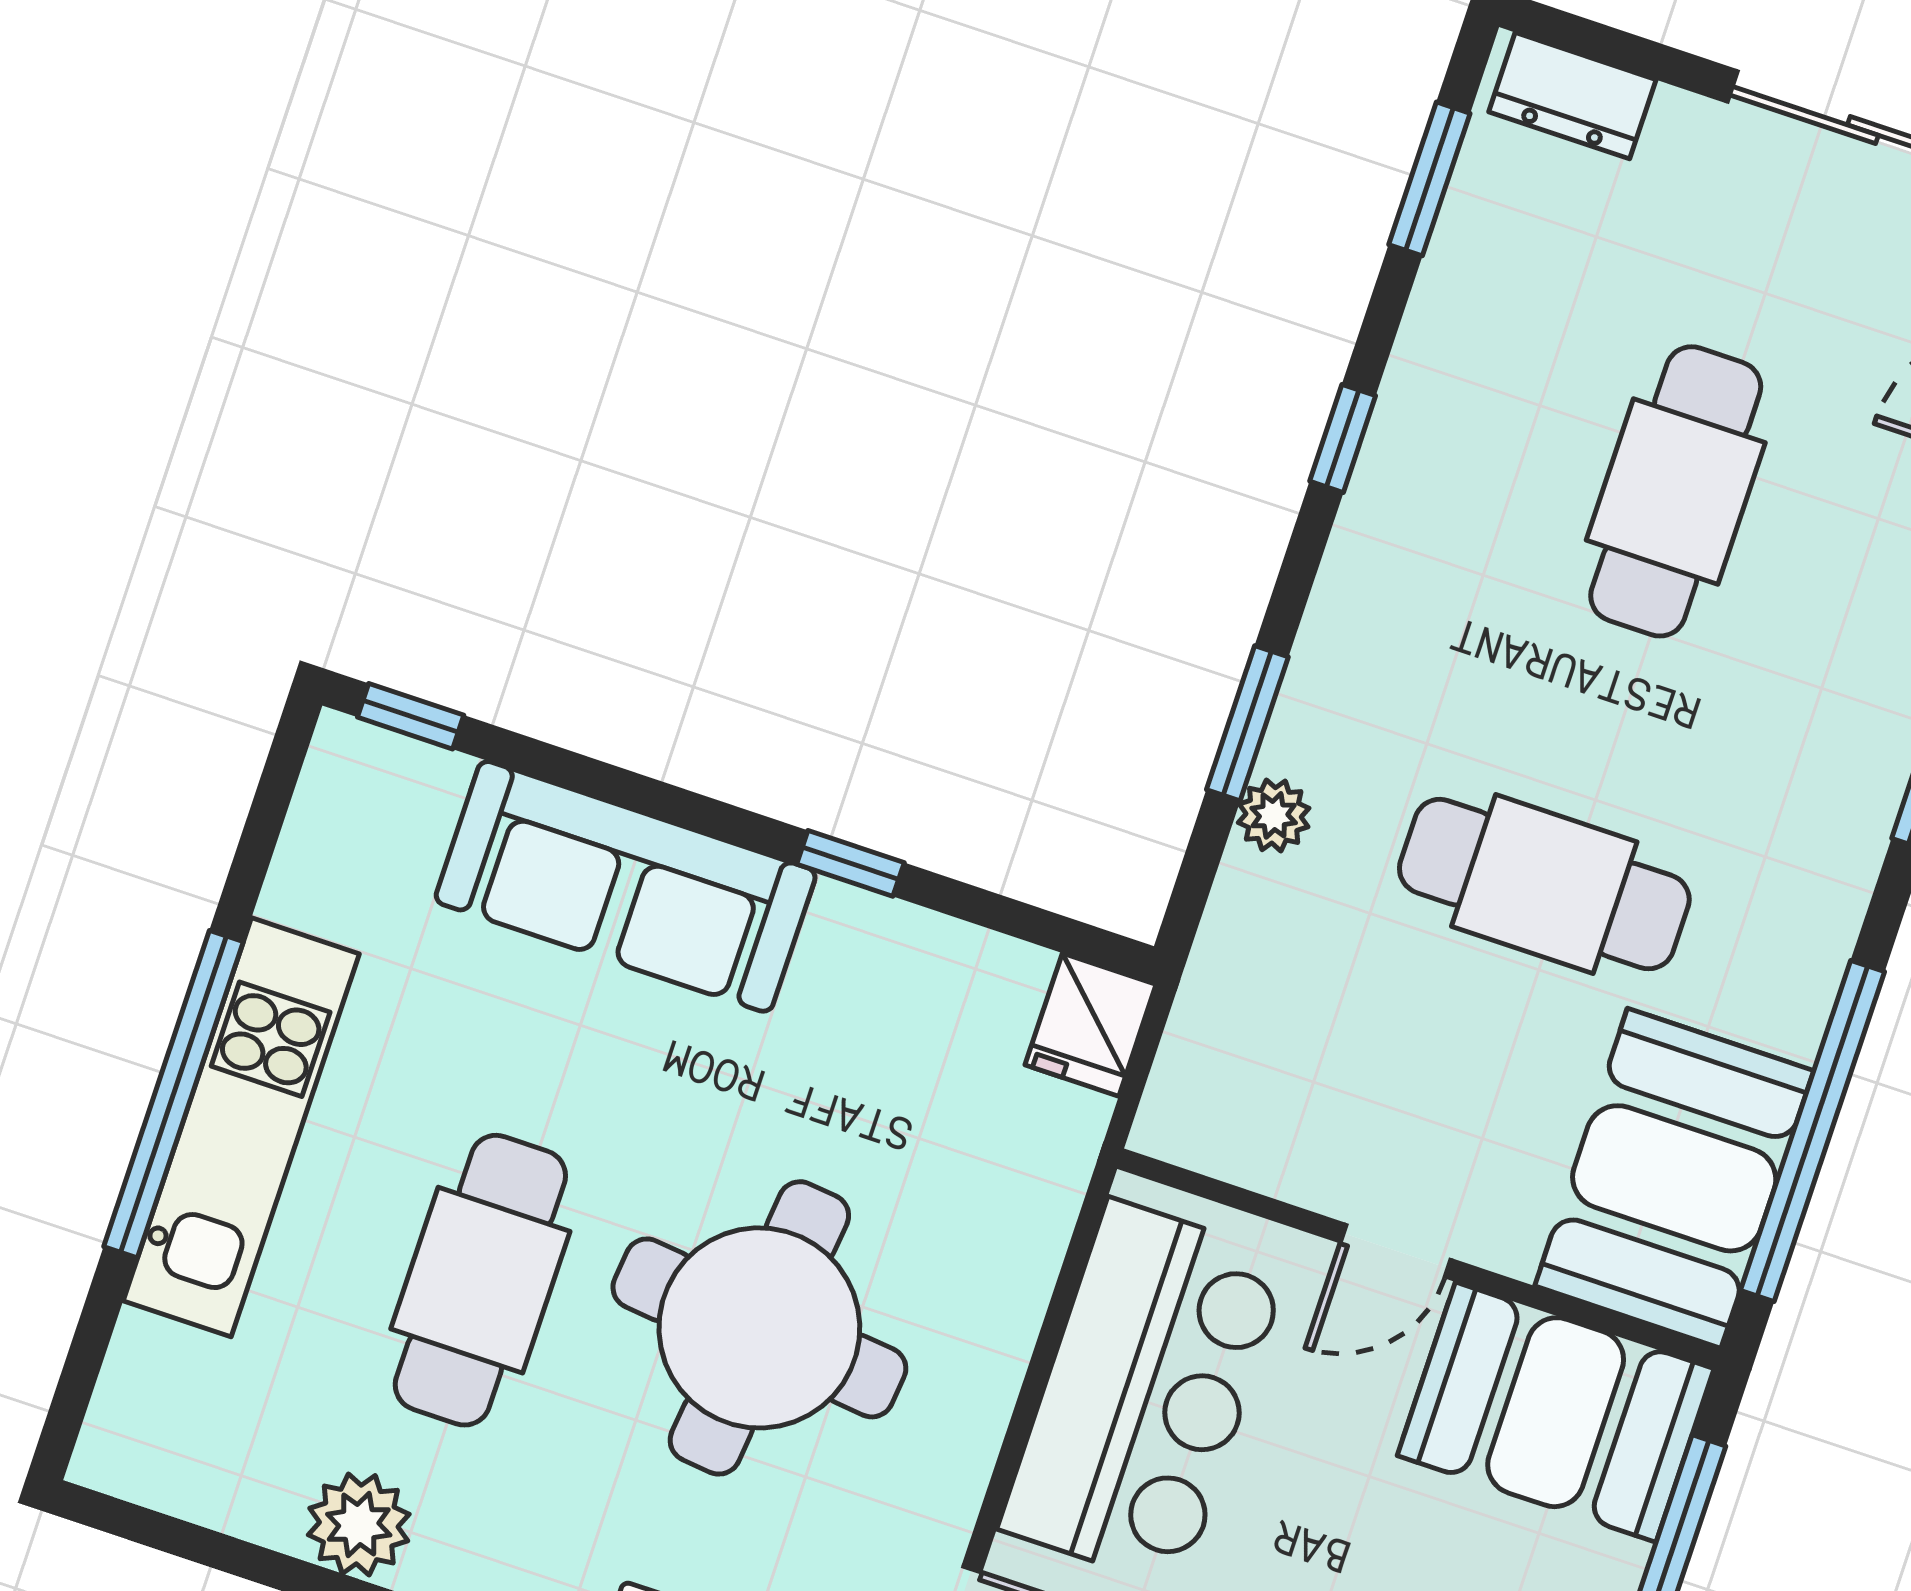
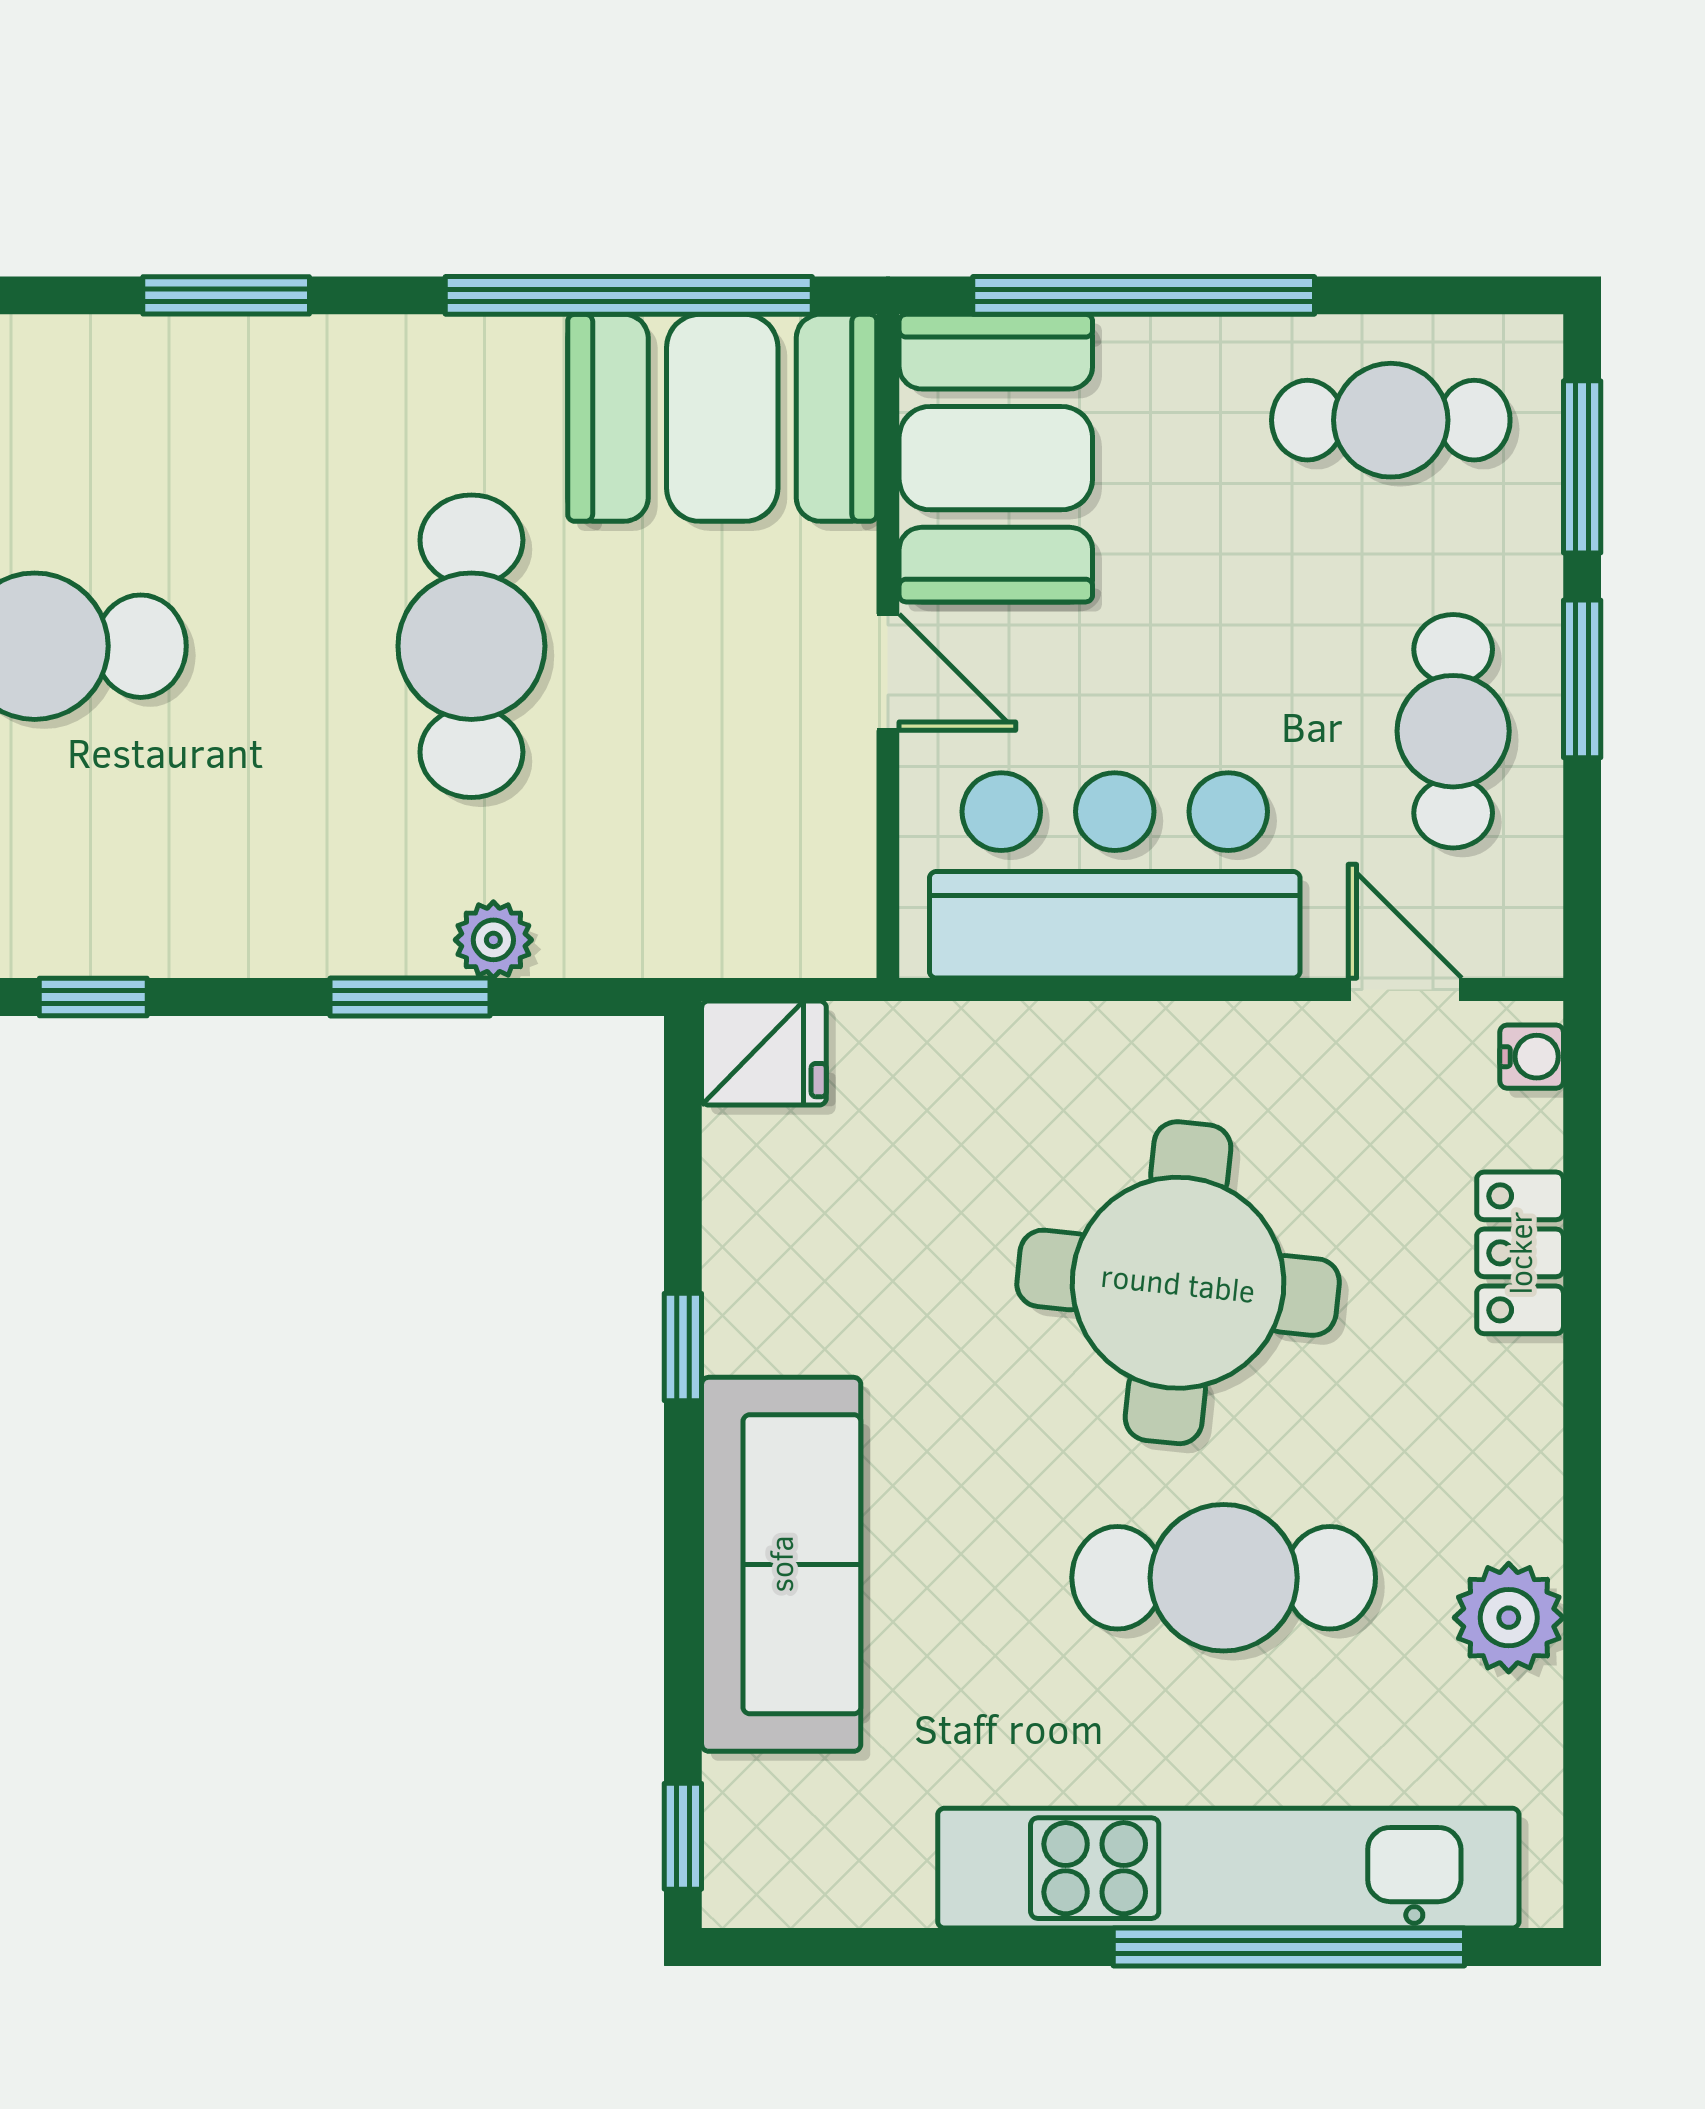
window: (173, 1094) -> (1289, 1947), moved
kitchen unit: (241, 1127) -> (1228, 1868), width x1.36

